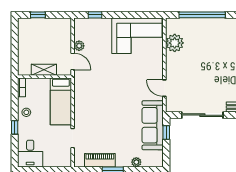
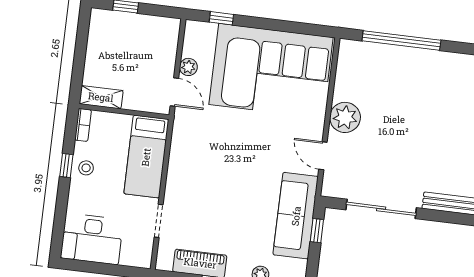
corner sofa: (137, 36) -> (271, 71), width x1.36, depth x1.36
plant: (175, 43) -> (345, 117), moved
shelving: (44, 70) -> (101, 97), moved
window: (15, 127) -> (66, 166), moved
desk: (30, 154) -> (92, 239), width x1.37

